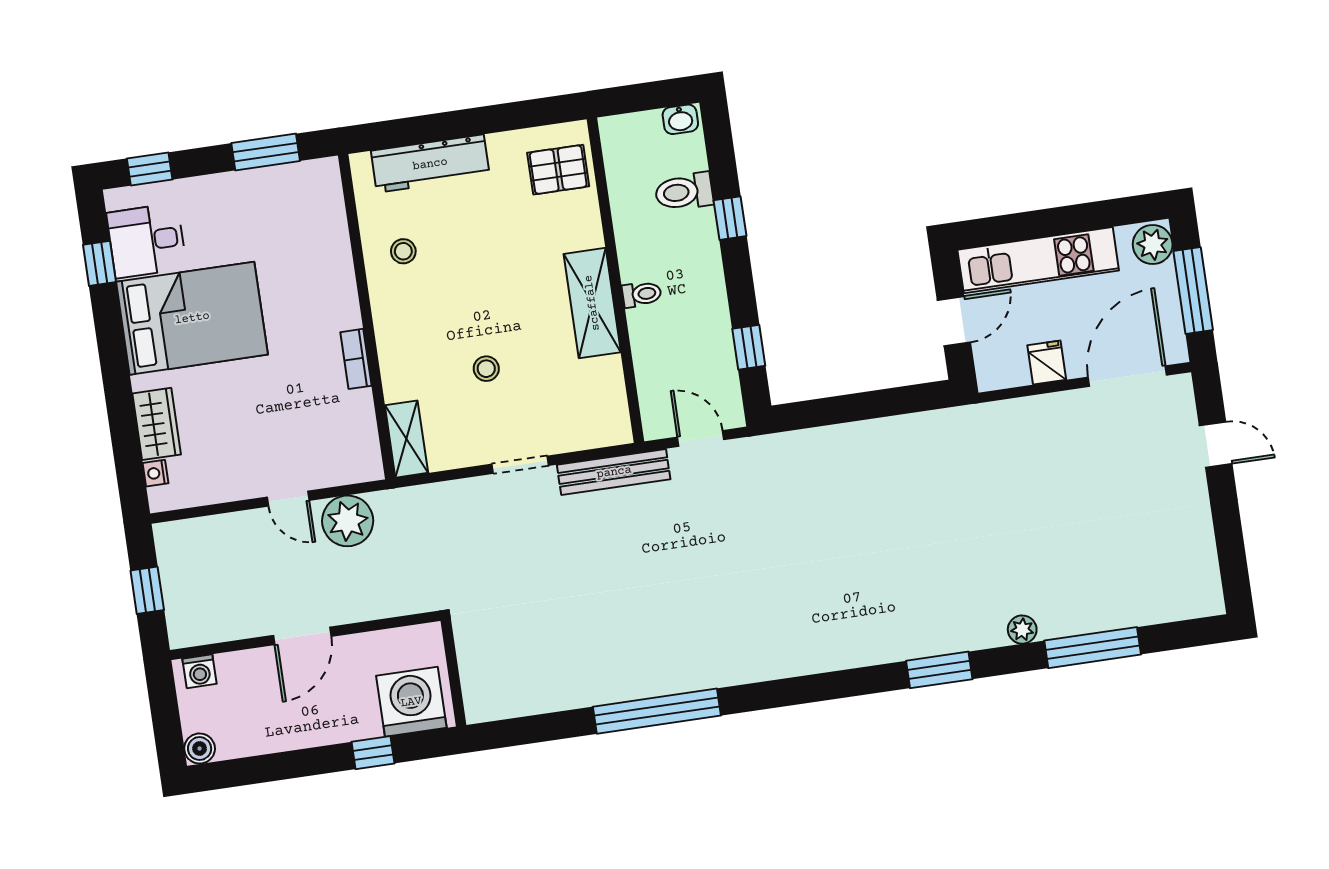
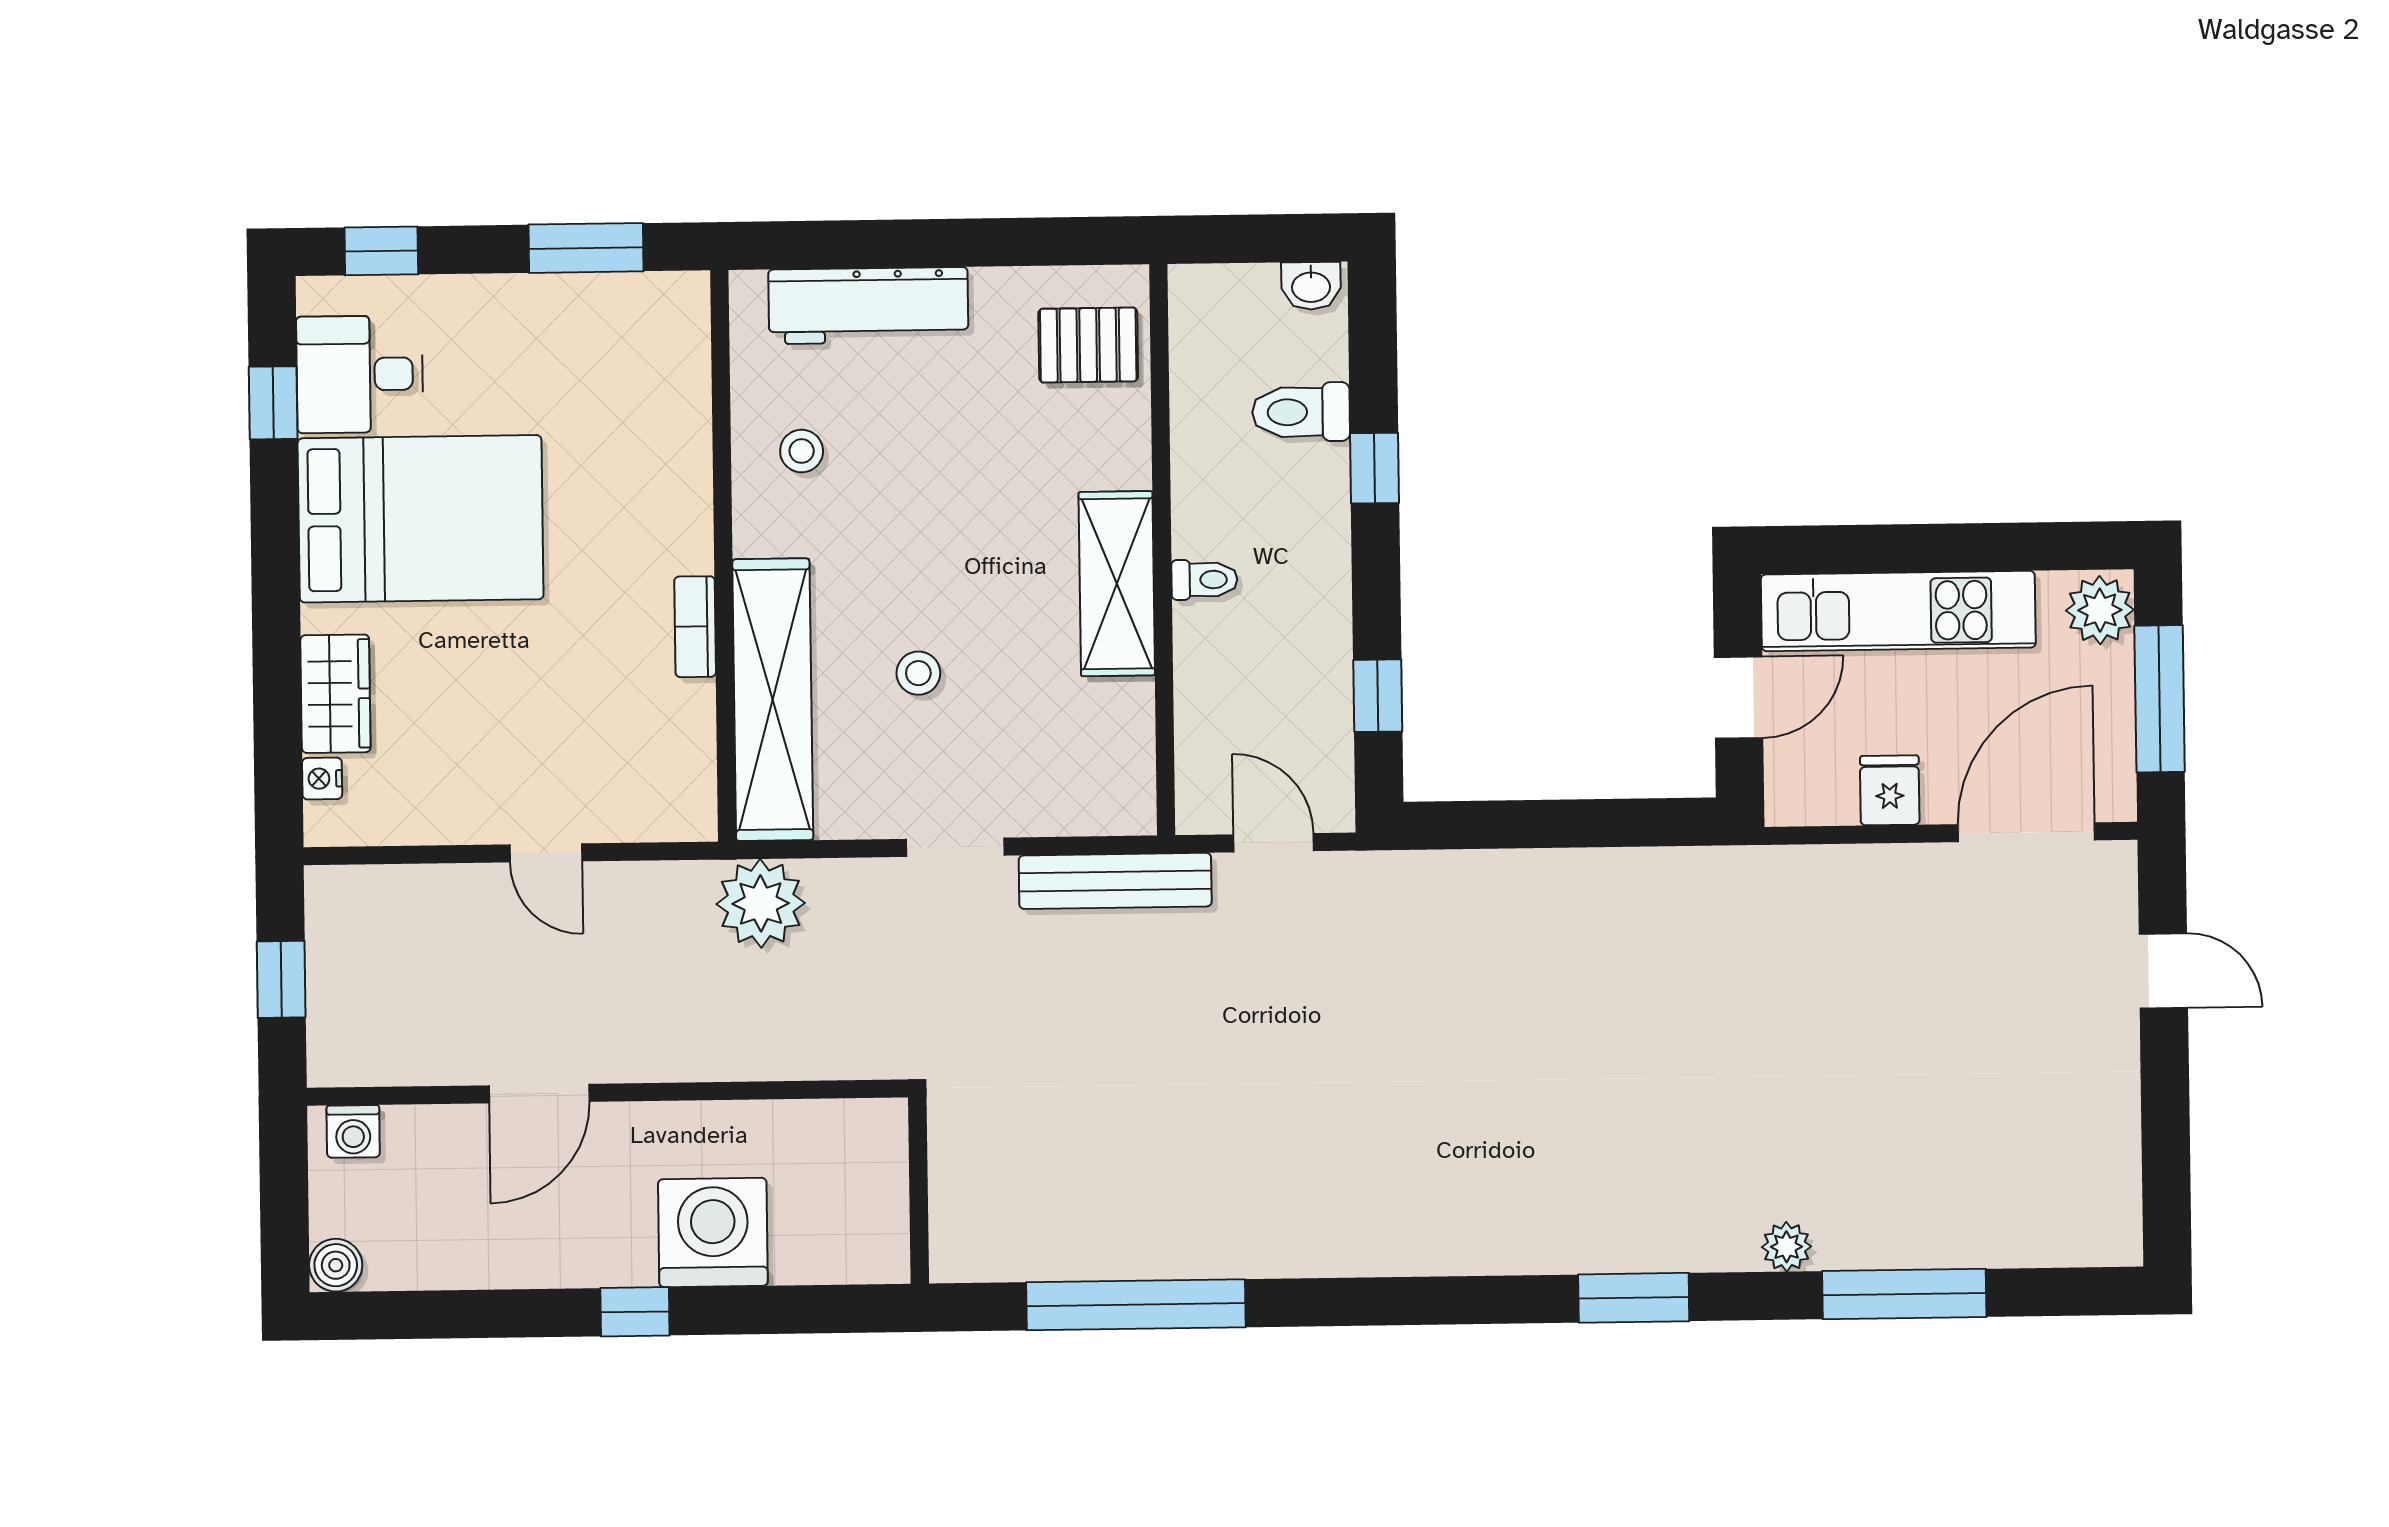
shelving: (406, 439) -> (773, 700), width x2.20, depth x1.33
plant: (348, 521) -> (761, 903), moved
wall: (453, 673) -> (919, 1191), moved

